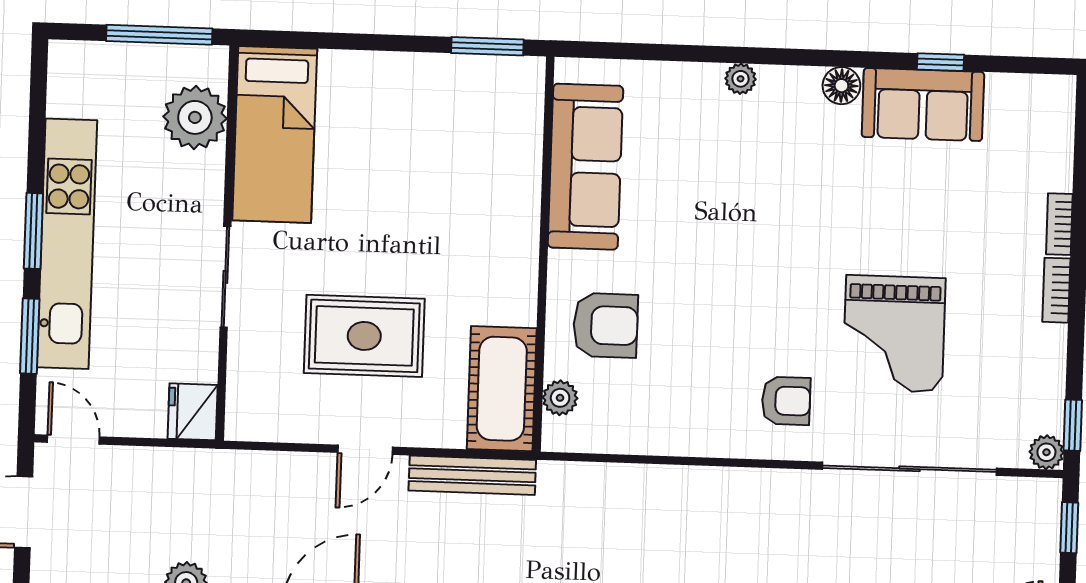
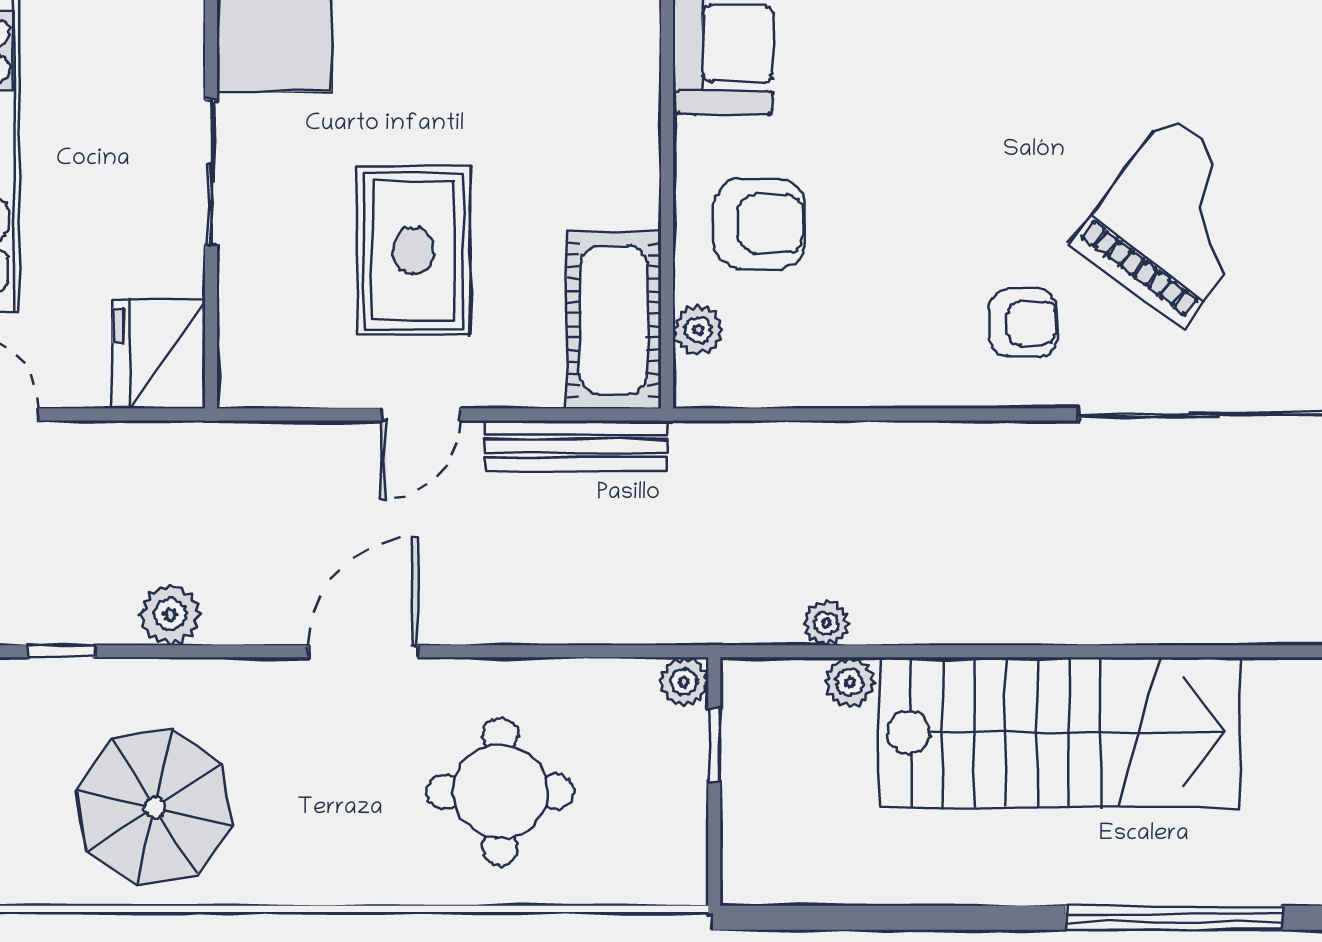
grand piano: (894, 334) -> (1175, 221), turned -143
rug: (364, 336) -> (414, 251), turned 90
fridge: (193, 412) -> (159, 354), width x1.36, depth x1.34

